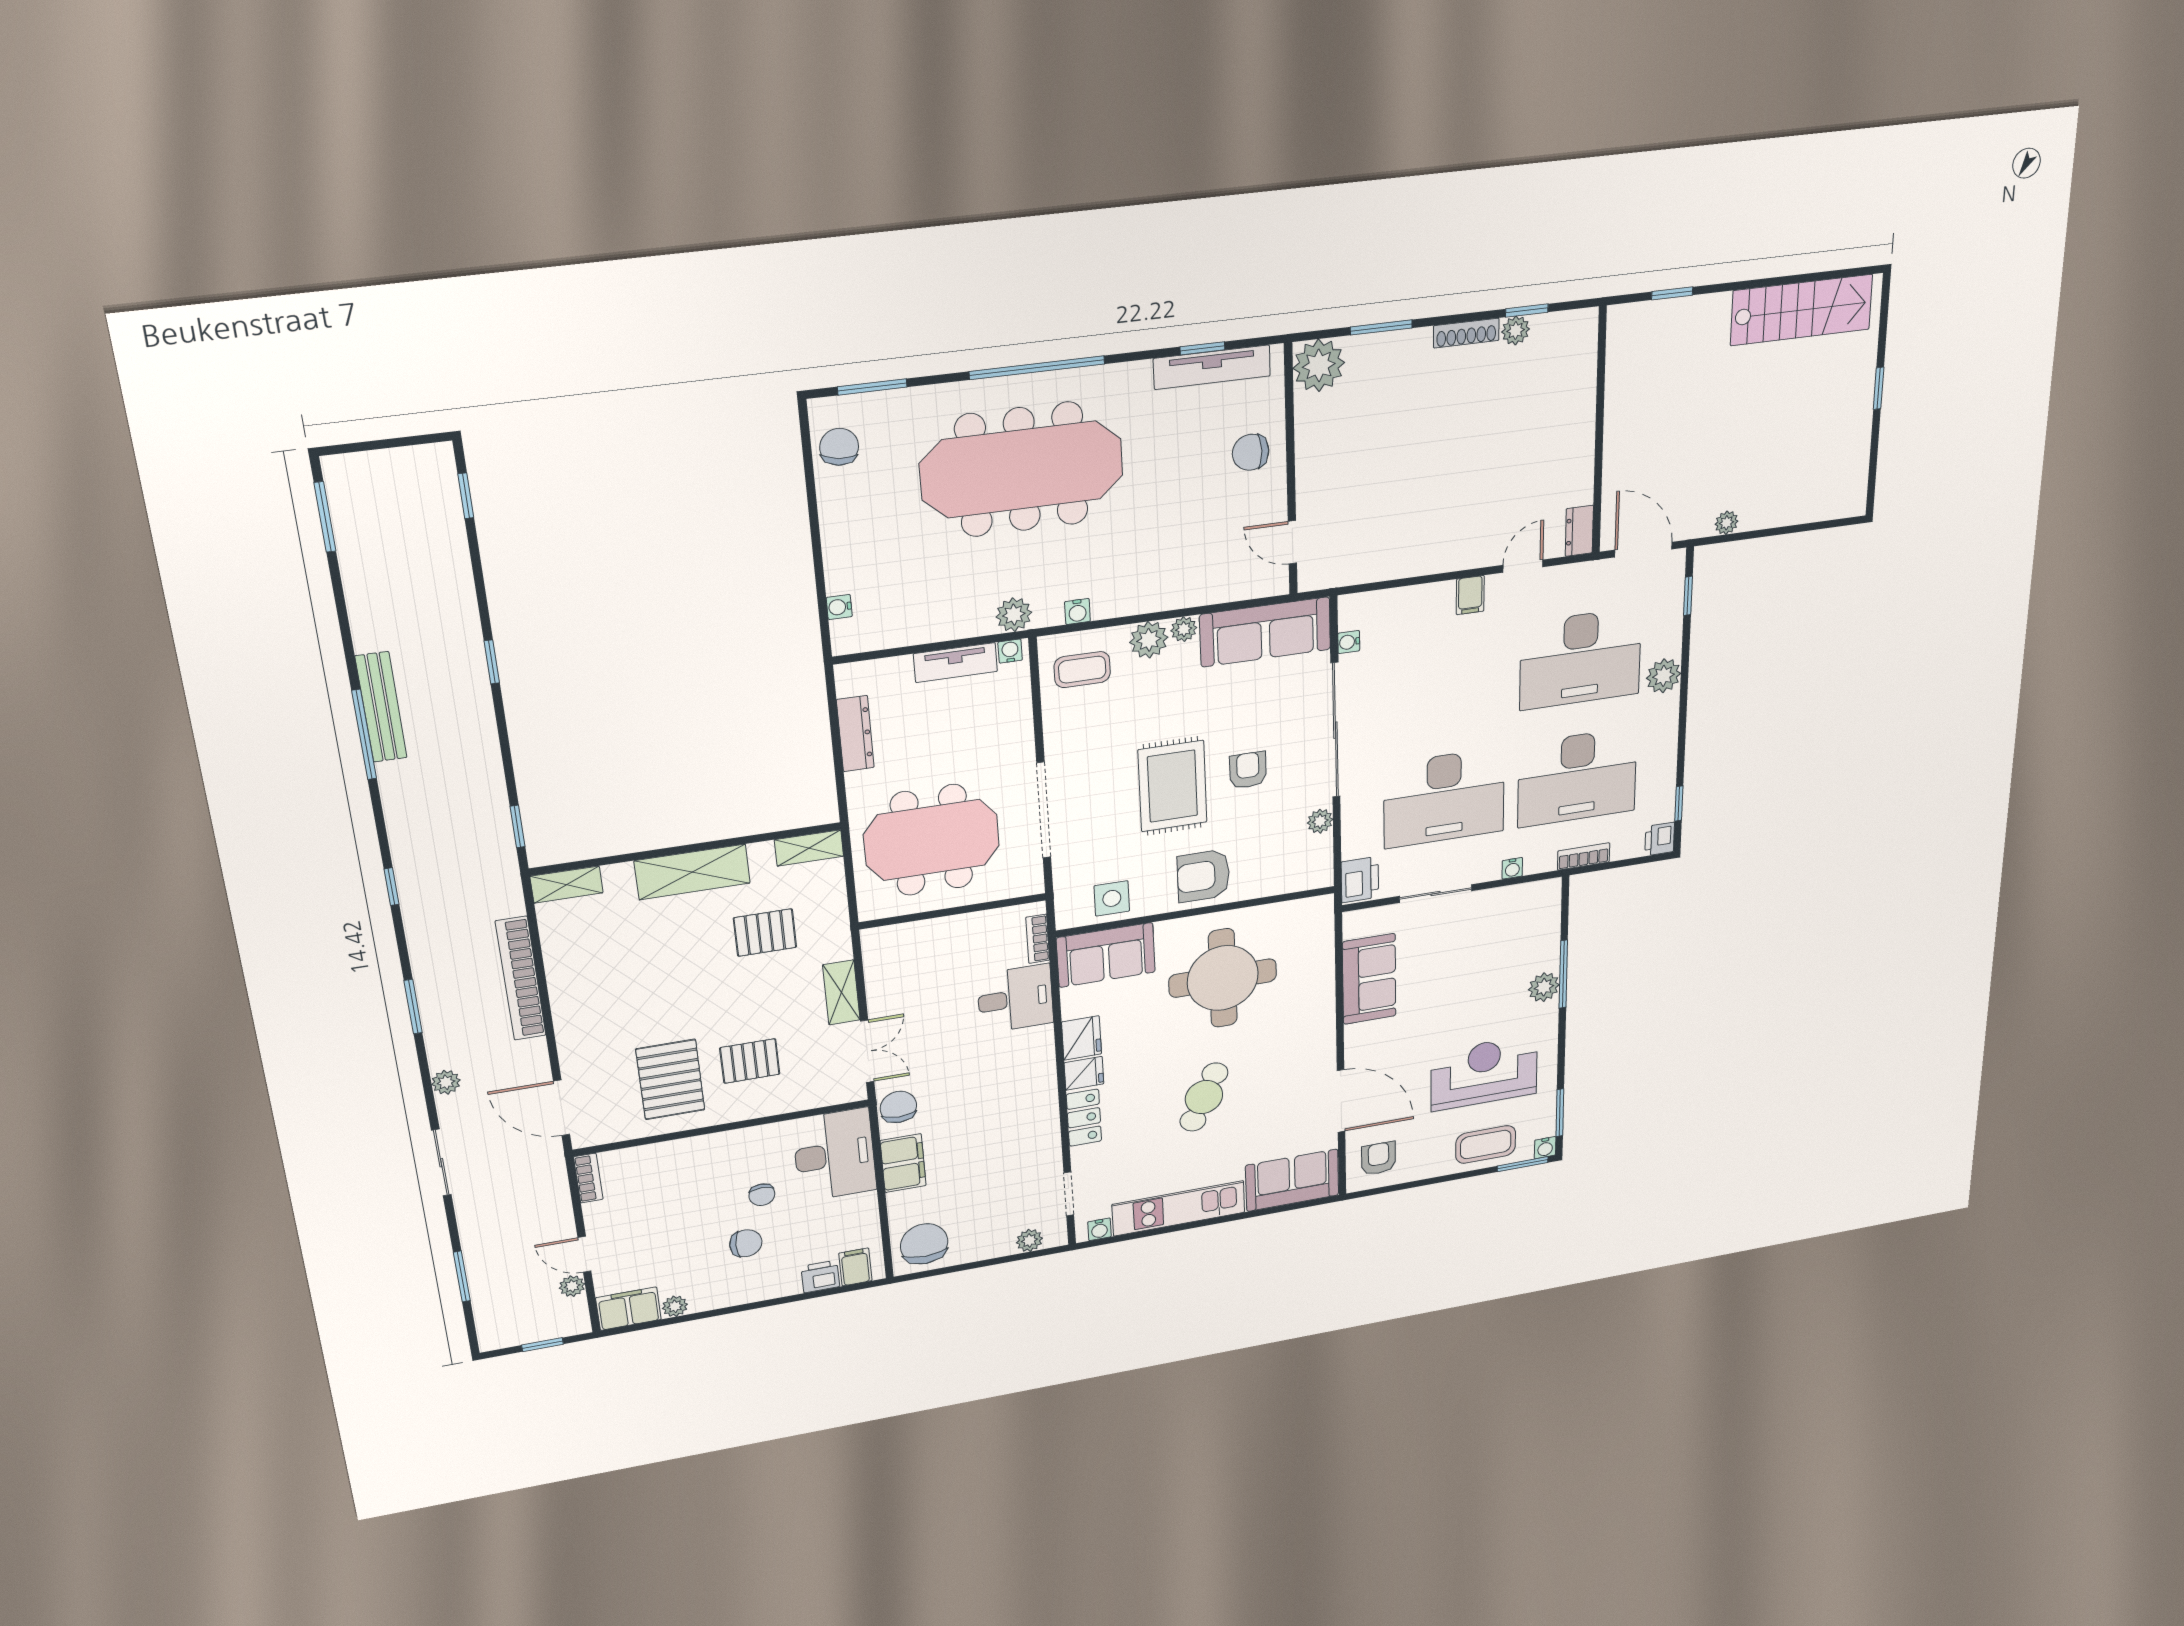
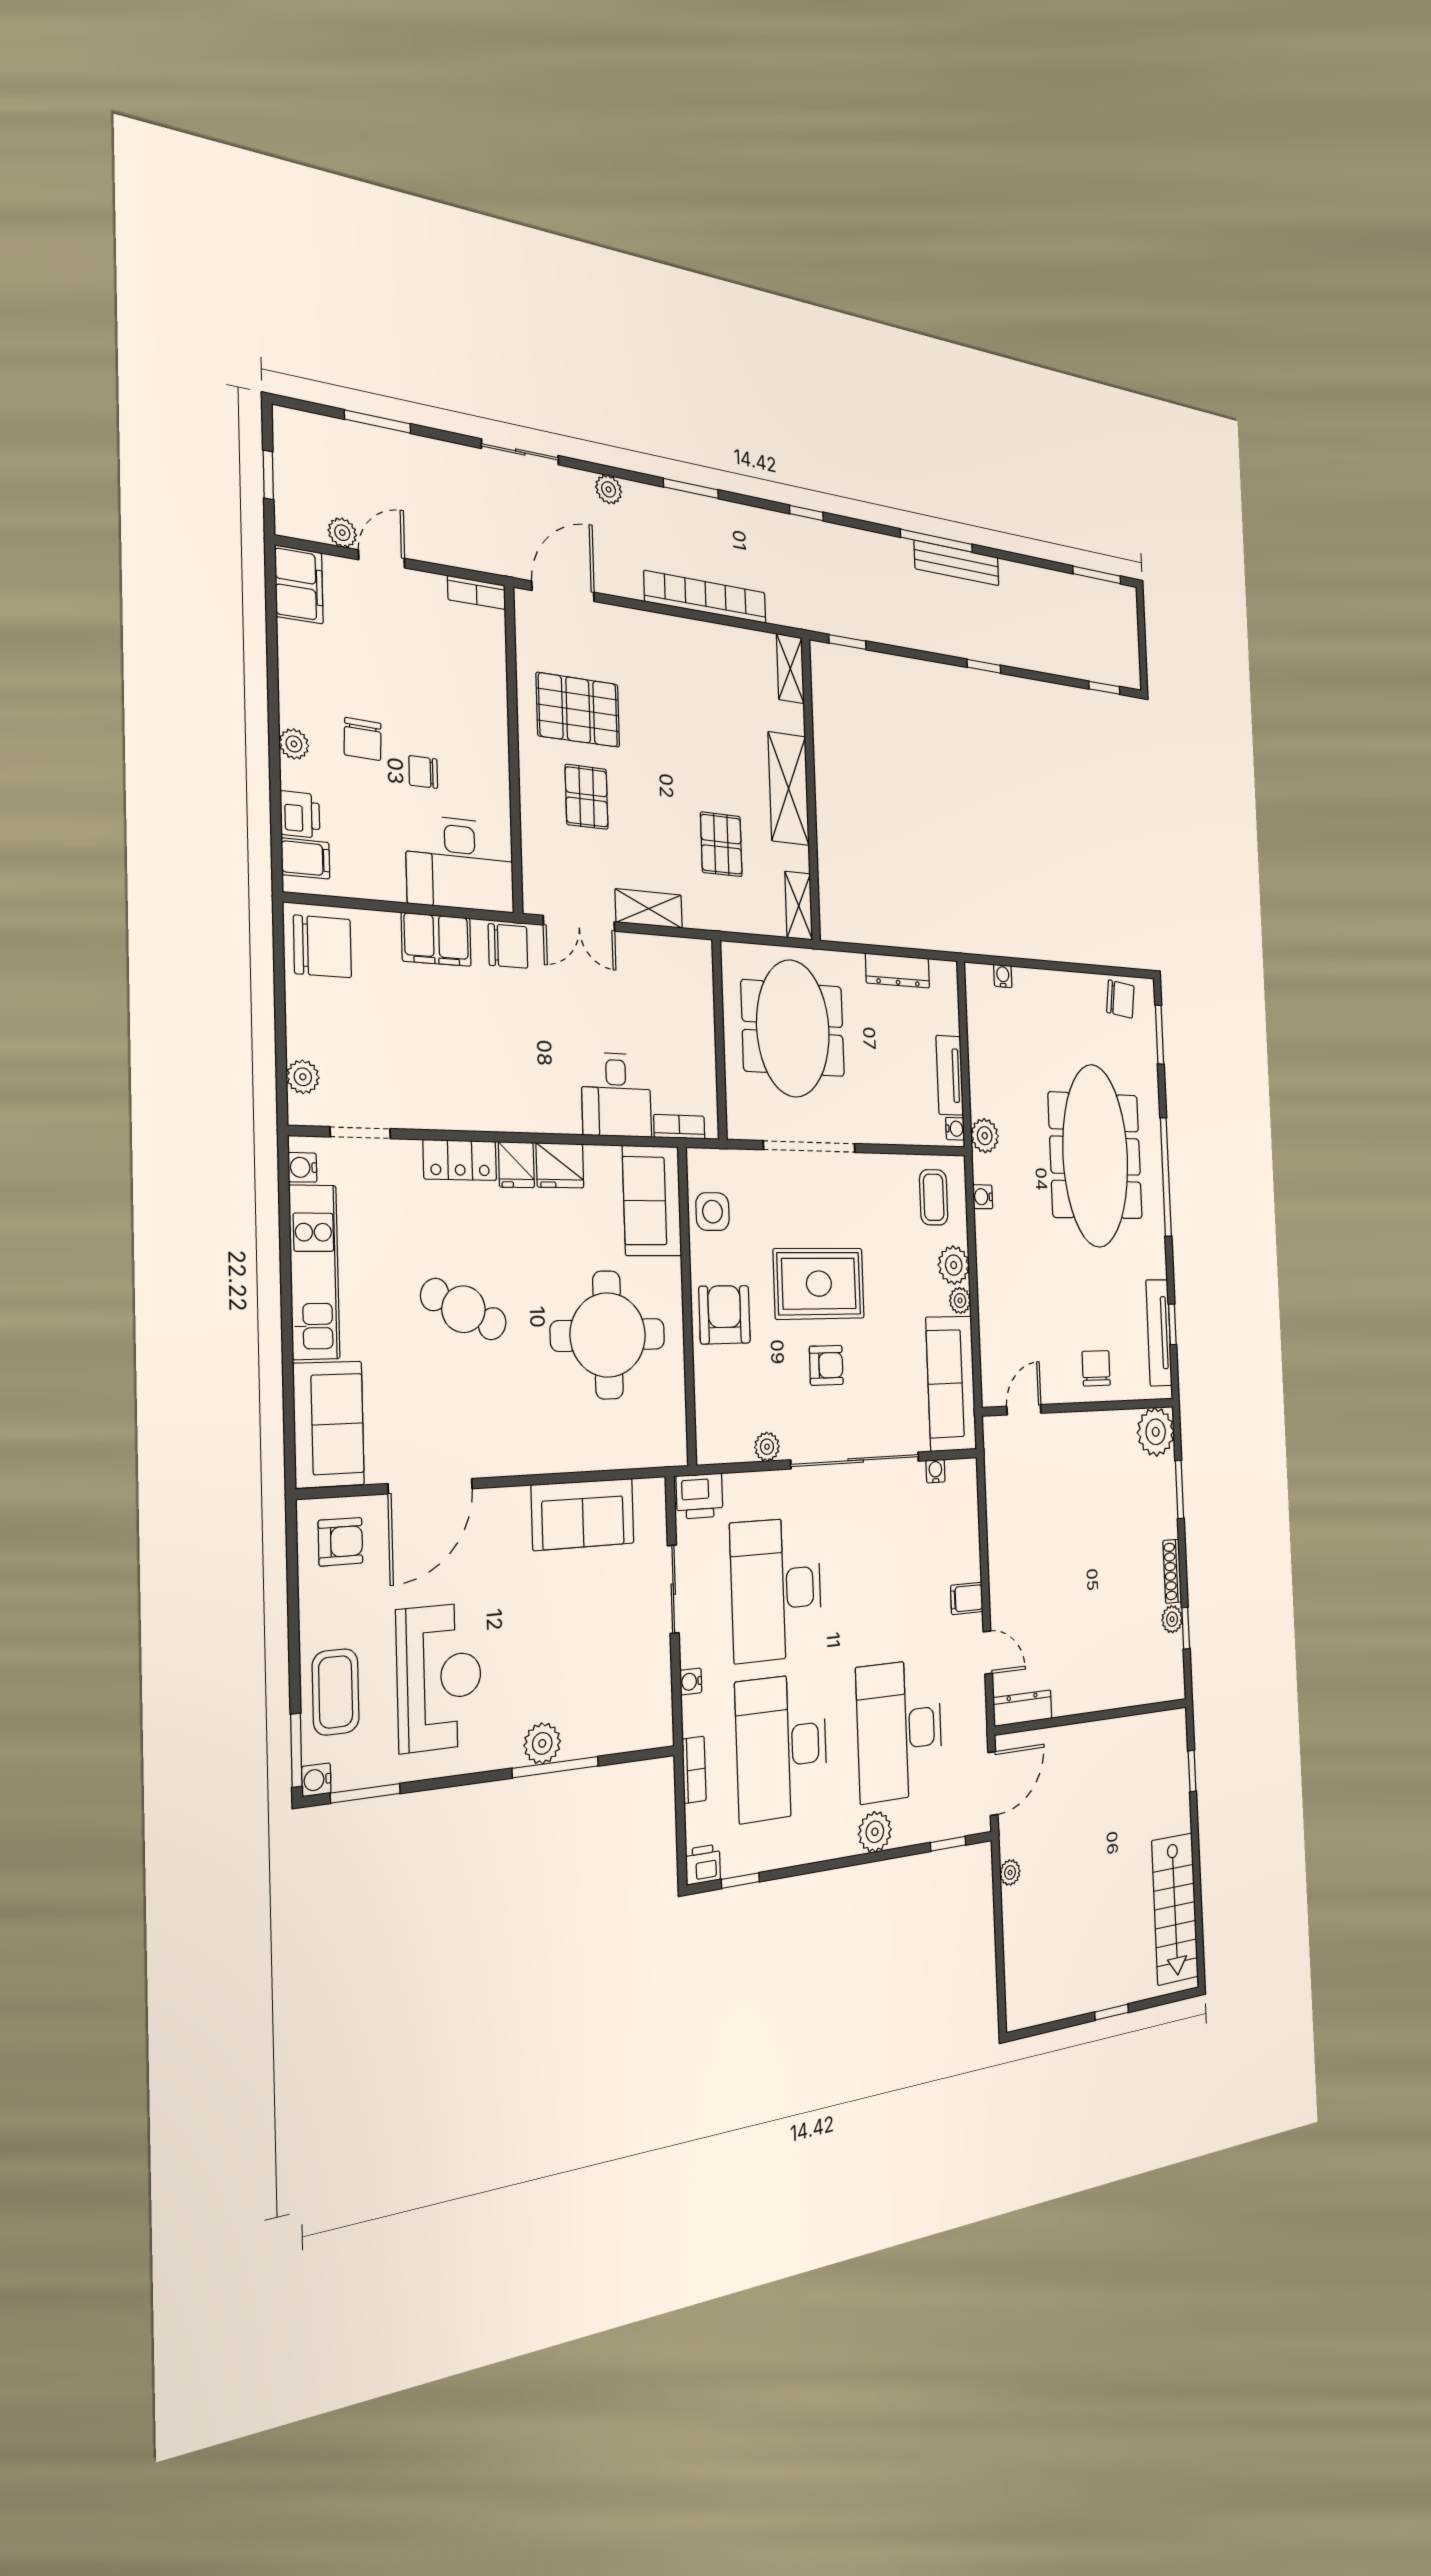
dresser: (1579, 531) -> (1023, 1708), width x1.44
plant: (675, 1306) -> (294, 744), moved

